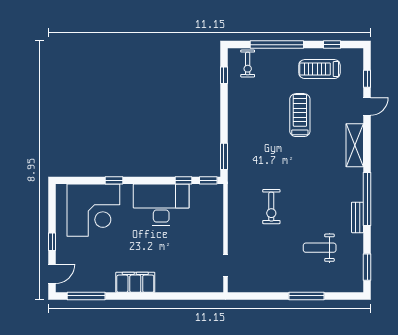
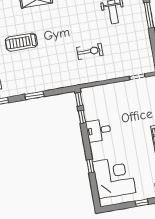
window: (224, 156) -> (34, 95), moved
desk: (161, 205) -> (99, 130), width x0.53, depth x0.77

